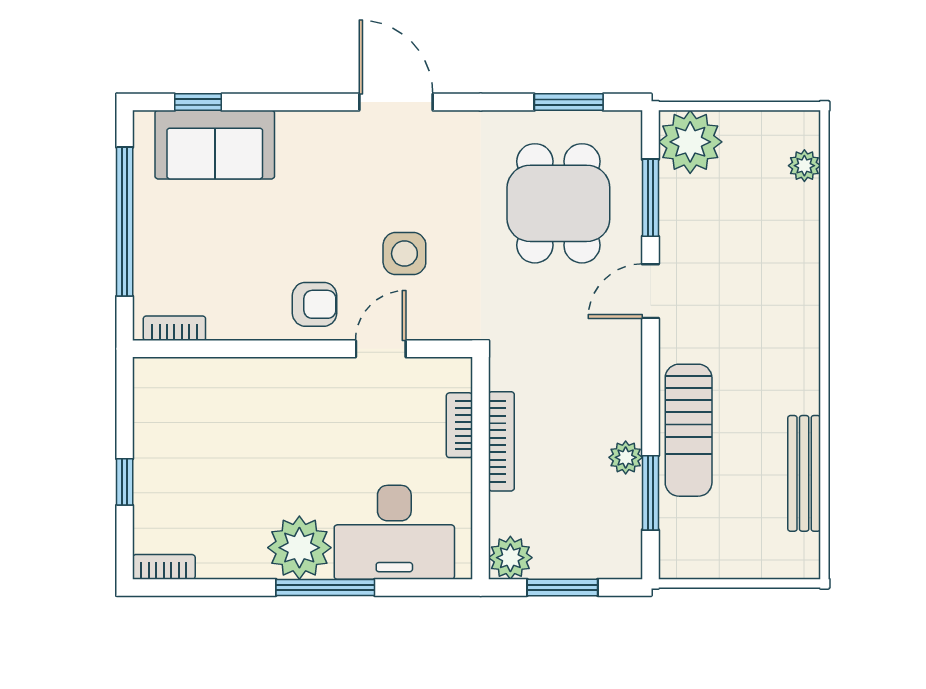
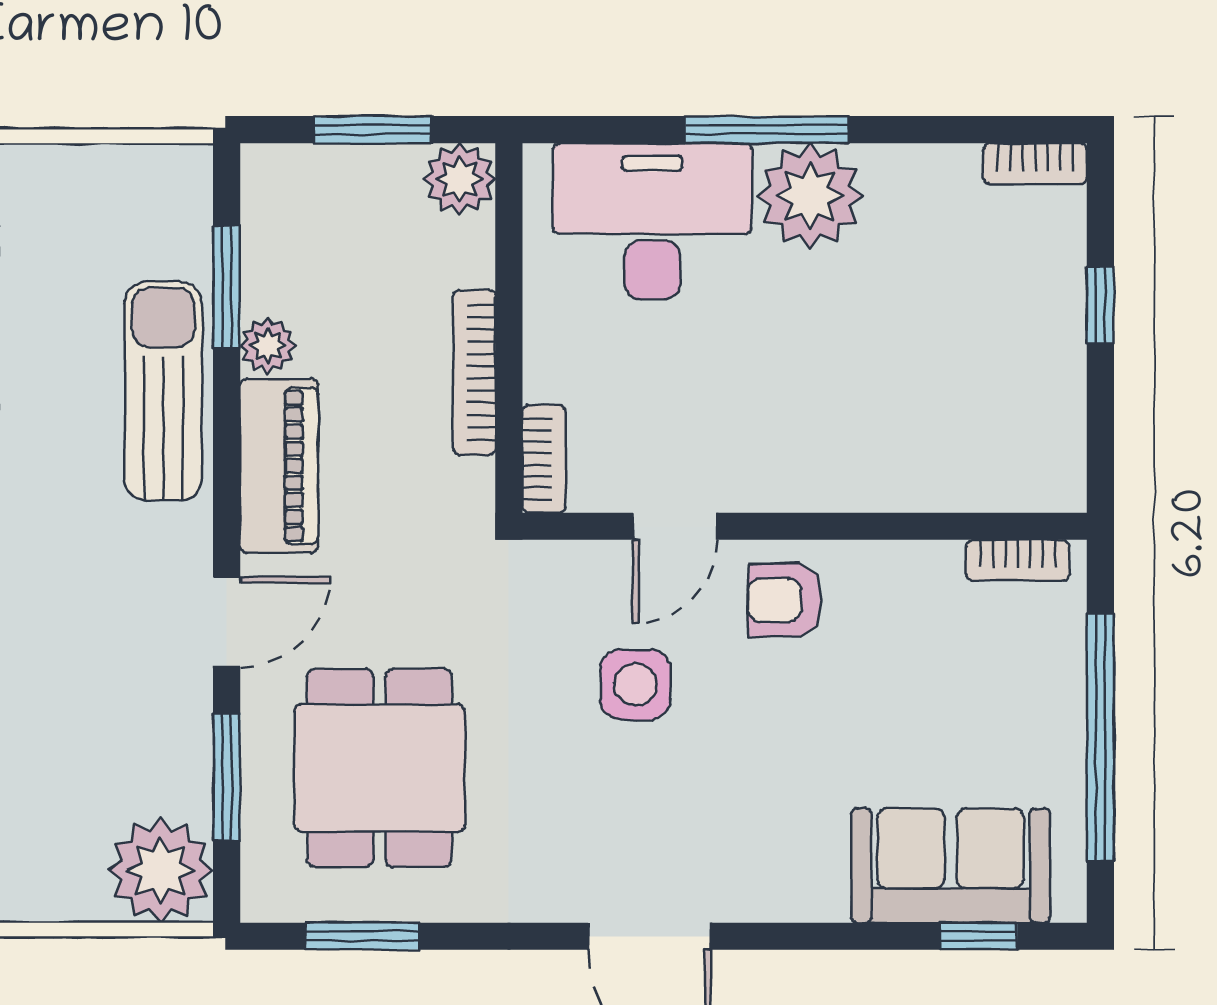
piano: (619, 385) -> (279, 466), added
bookcase: (459, 425) -> (544, 459), moved

